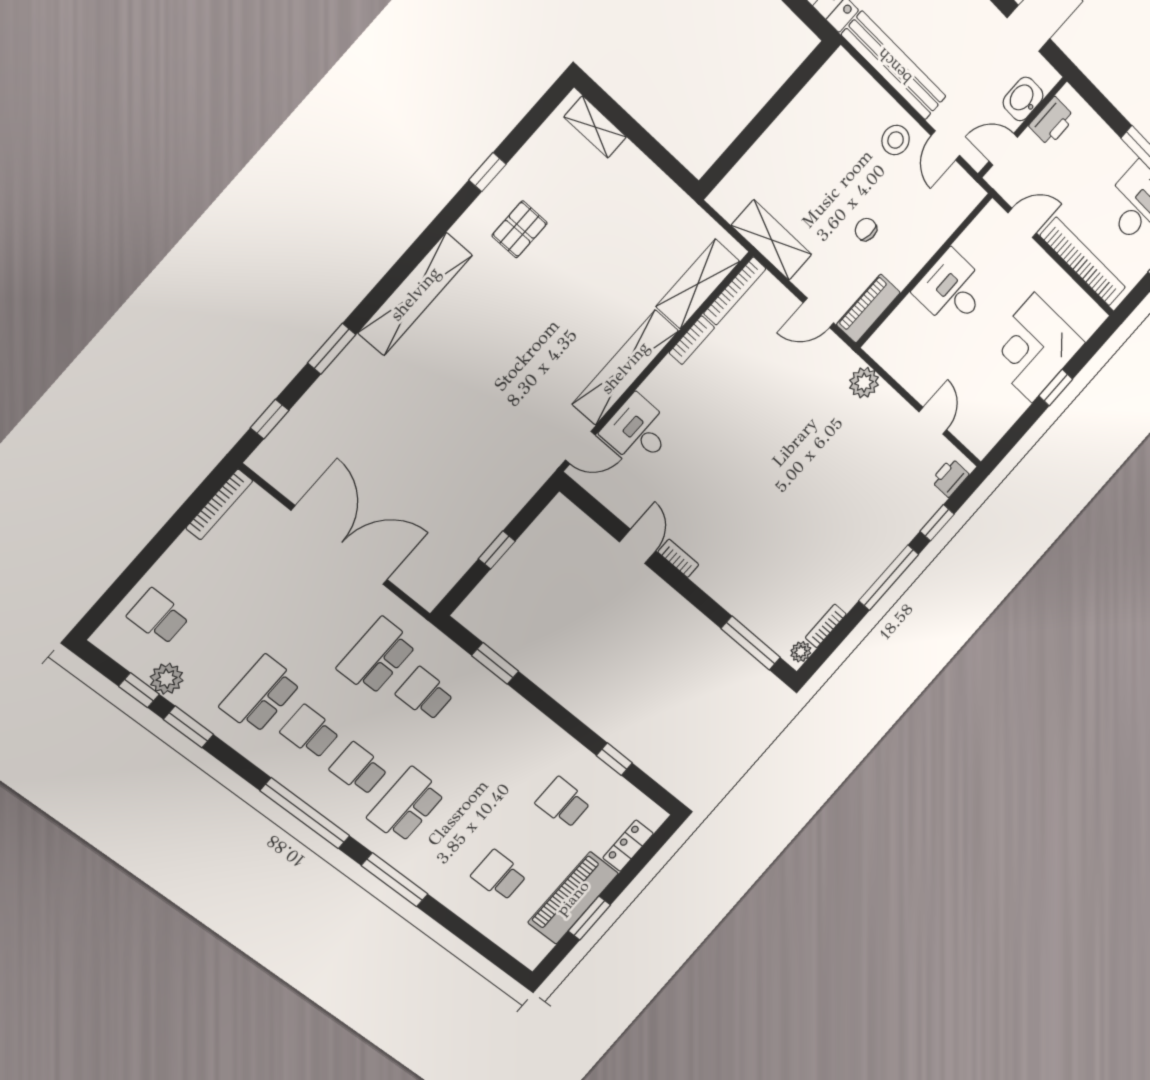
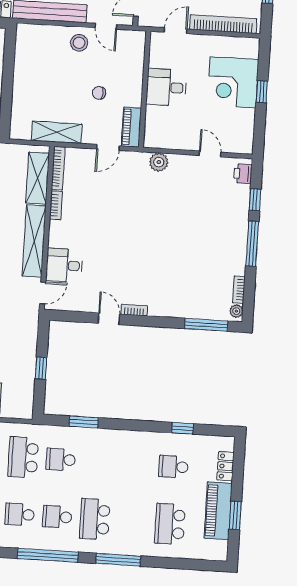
school desk: (499, 875) -> (170, 524), width x1.85

